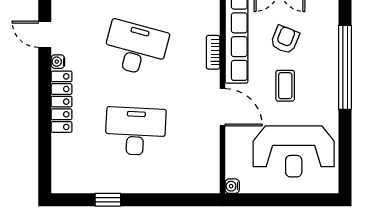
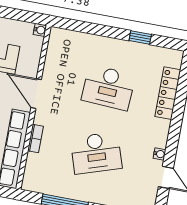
desk: (135, 48) -> (96, 153), turned -33
locker: (61, 102) -> (168, 93), moved

